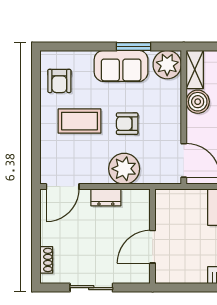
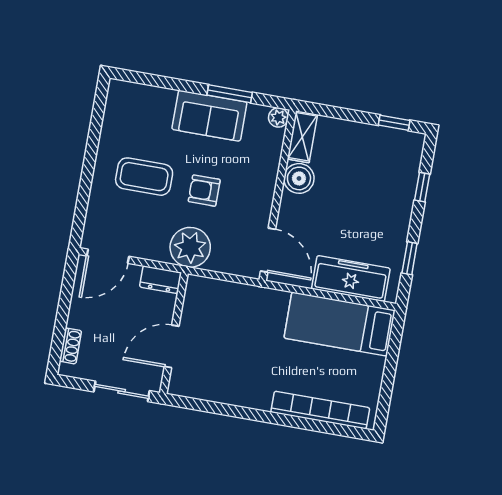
plant: (167, 65) -> (278, 117), width x0.53, depth x0.53
armchair: (59, 81) -> (127, 121), removed
wall: (153, 236) -> (174, 333), moved
door: (153, 247) -> (172, 346), moved

